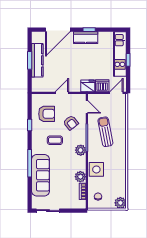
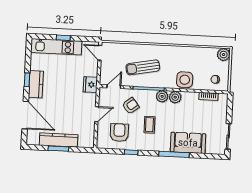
dishwasher: (102, 86) -> (91, 68), removed
door: (62, 93) -> (97, 114), swing flipped
sofa: (41, 175) -> (188, 143), width x0.73
plant: (80, 177) -> (175, 97), moved

